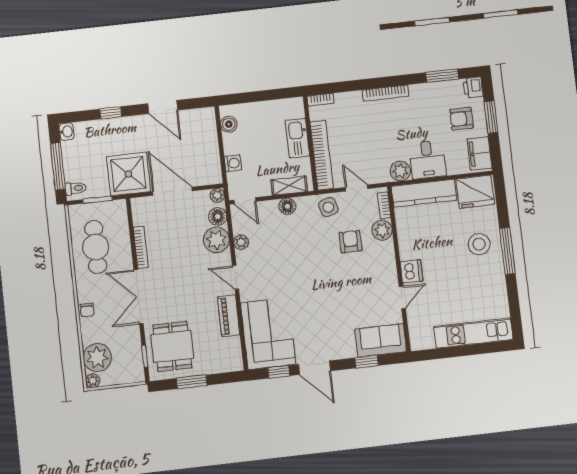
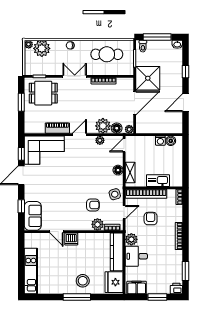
armchair: (461, 119) -> (151, 219), moved
washing machine: (233, 163) -> (160, 141), moved
double door: (138, 297) -> (75, 76), width x0.73

